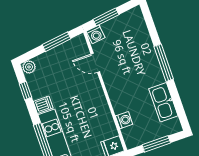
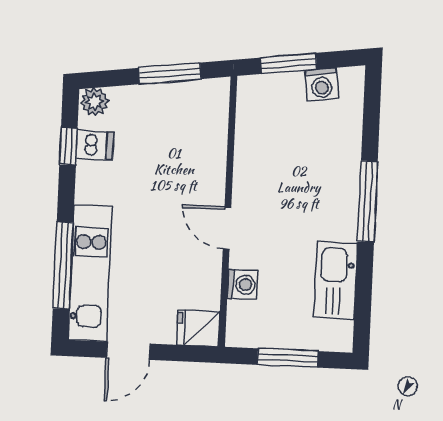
washing machine: (96, 34) -> (322, 84), moved
door: (95, 63) -> (227, 228), moved
dishwasher: (43, 105) -> (95, 145), moved

